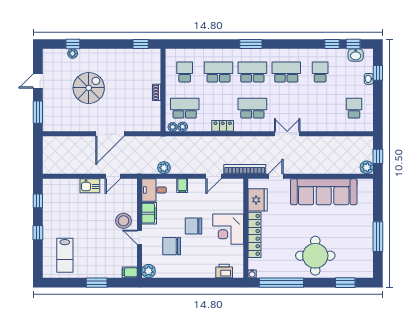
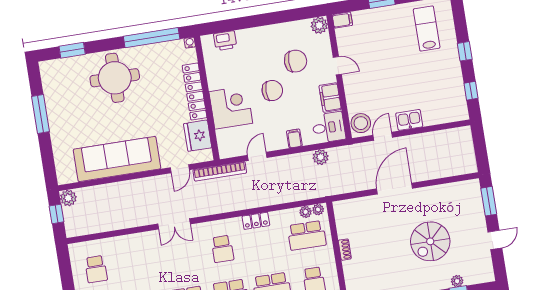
school desk: (252, 108) -> (222, 249), width x0.54
stool: (123, 221) -> (361, 123), moved
corner desk: (228, 229) -> (231, 107), moved

